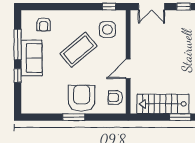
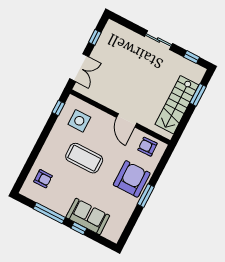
coffee table: (78, 50) -> (84, 158), turned -50
sofa: (31, 58) -> (88, 216), moved
armchair: (115, 97) -> (147, 147), turned 88
armchair: (82, 98) -> (132, 179), turned 90

